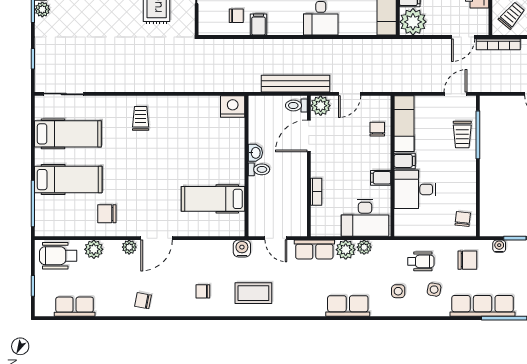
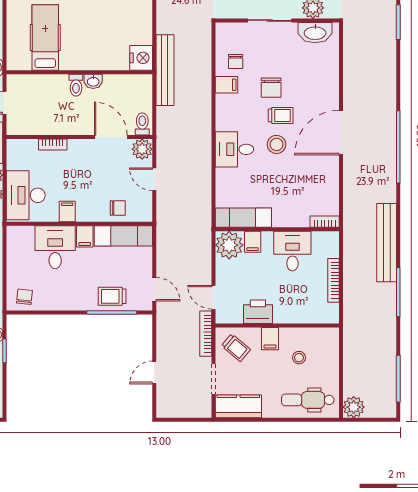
bench: (296, 84) -> (165, 70), moved
chair: (463, 219) -> (24, 297), turned -90

